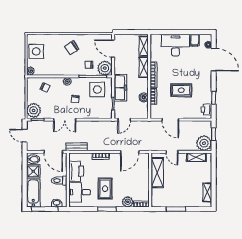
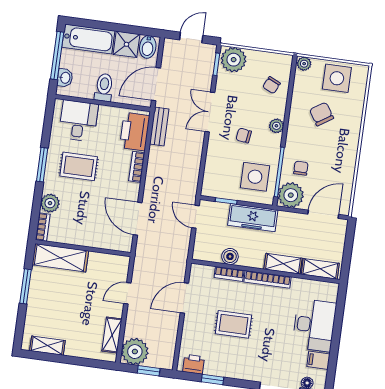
chair: (72, 48) -> (322, 114), moved
rug: (181, 90) -> (233, 324), turned 90
printer: (76, 171) -> (135, 132), moved, turned 90
shelving: (157, 173) -> (60, 258), moved

